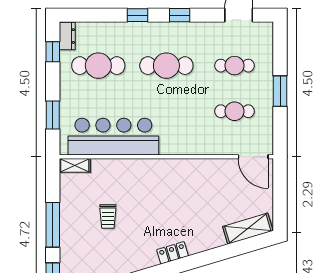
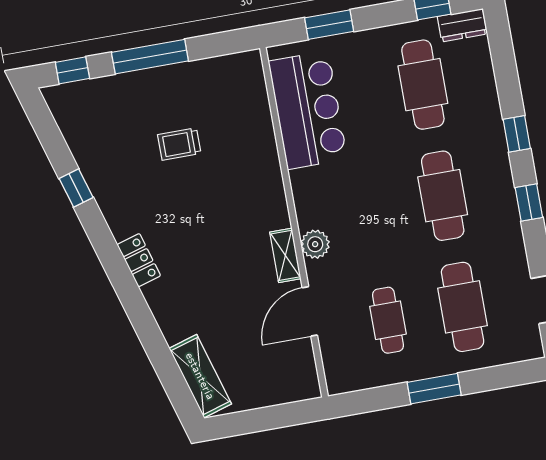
cafe table: (234, 66) -> (463, 307), width x1.37, depth x1.35
bar counter: (113, 137) -> (308, 110), width x0.73
plant: (182, 146) -> (315, 244), added
door: (253, 157) -> (310, 311), moved
shelving: (75, 165) -> (285, 255), moved

